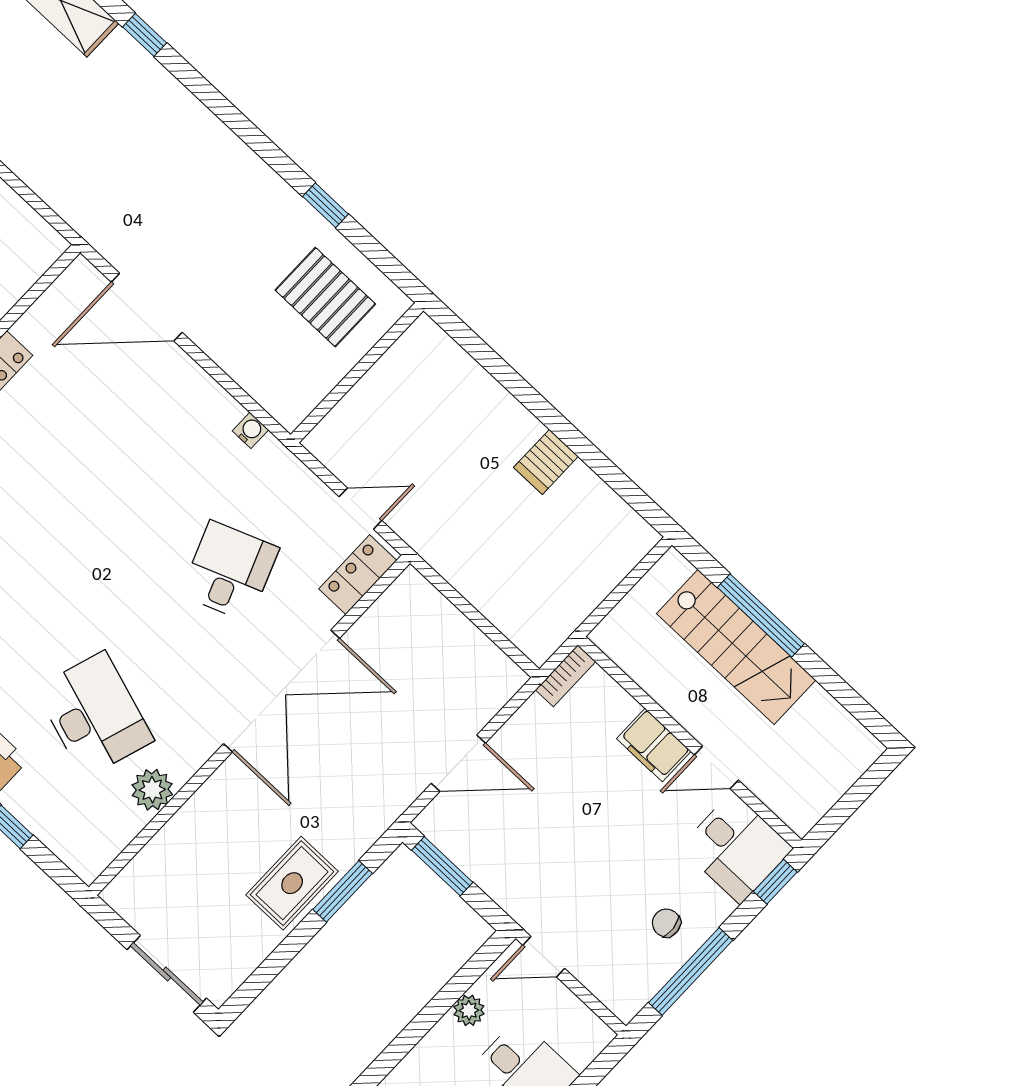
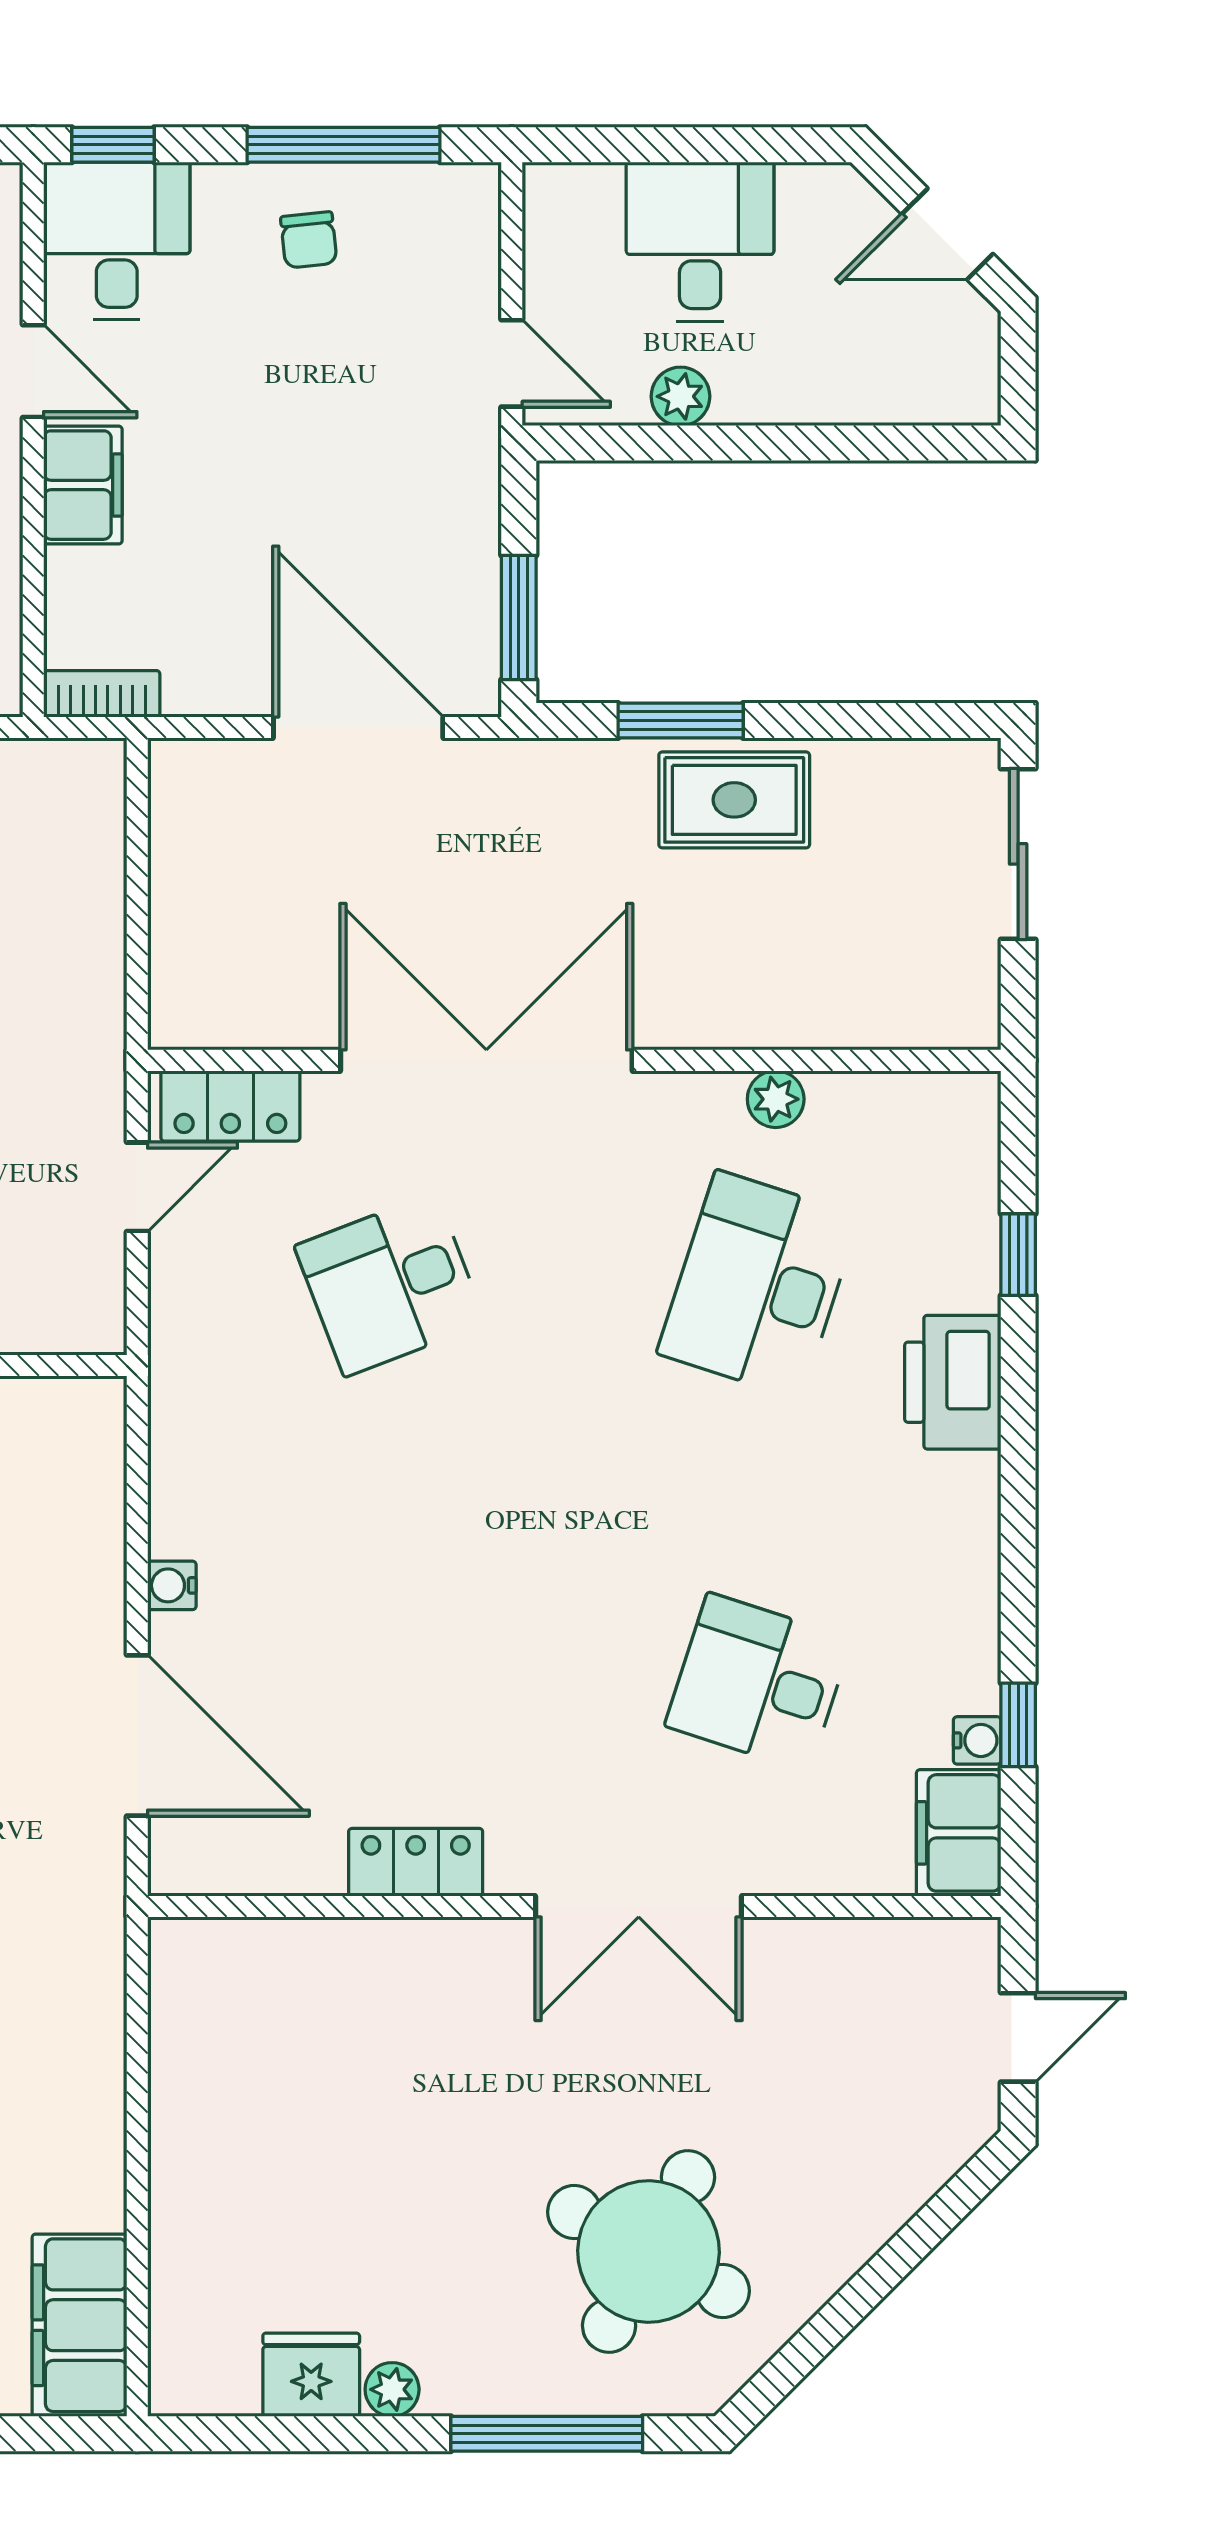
water cooler: (250, 430) -> (172, 1585), moved
door: (360, 509) -> (137, 1187), swing flipped
door: (458, 763) -> (358, 727), width x1.36
plant: (152, 790) -> (776, 1099), width x0.73, depth x0.73

